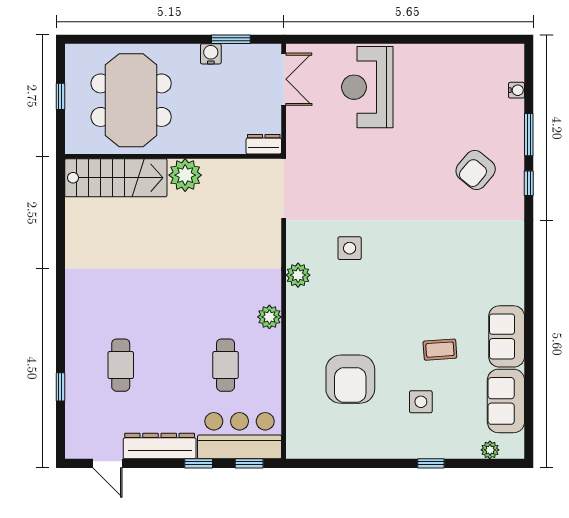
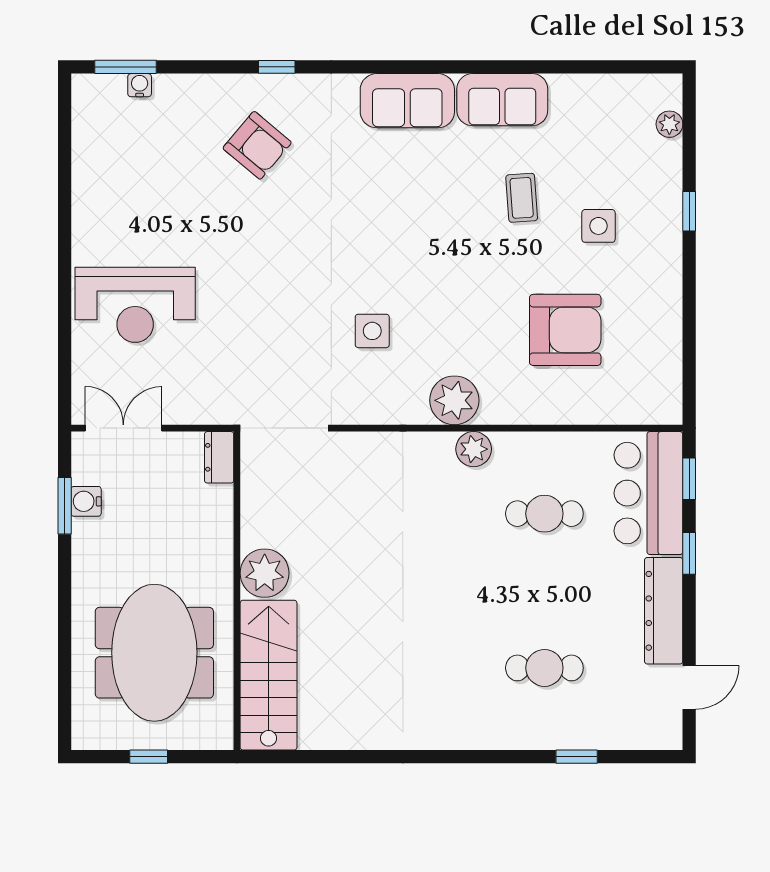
water cooler: (211, 54) -> (86, 501), moved
meeting table: (131, 100) -> (154, 653), turned 90
window: (529, 135) -> (125, 67), moved
plant: (298, 275) -> (454, 400), moved, width x1.36, depth x1.36
sofa: (506, 401) -> (407, 101), moved

